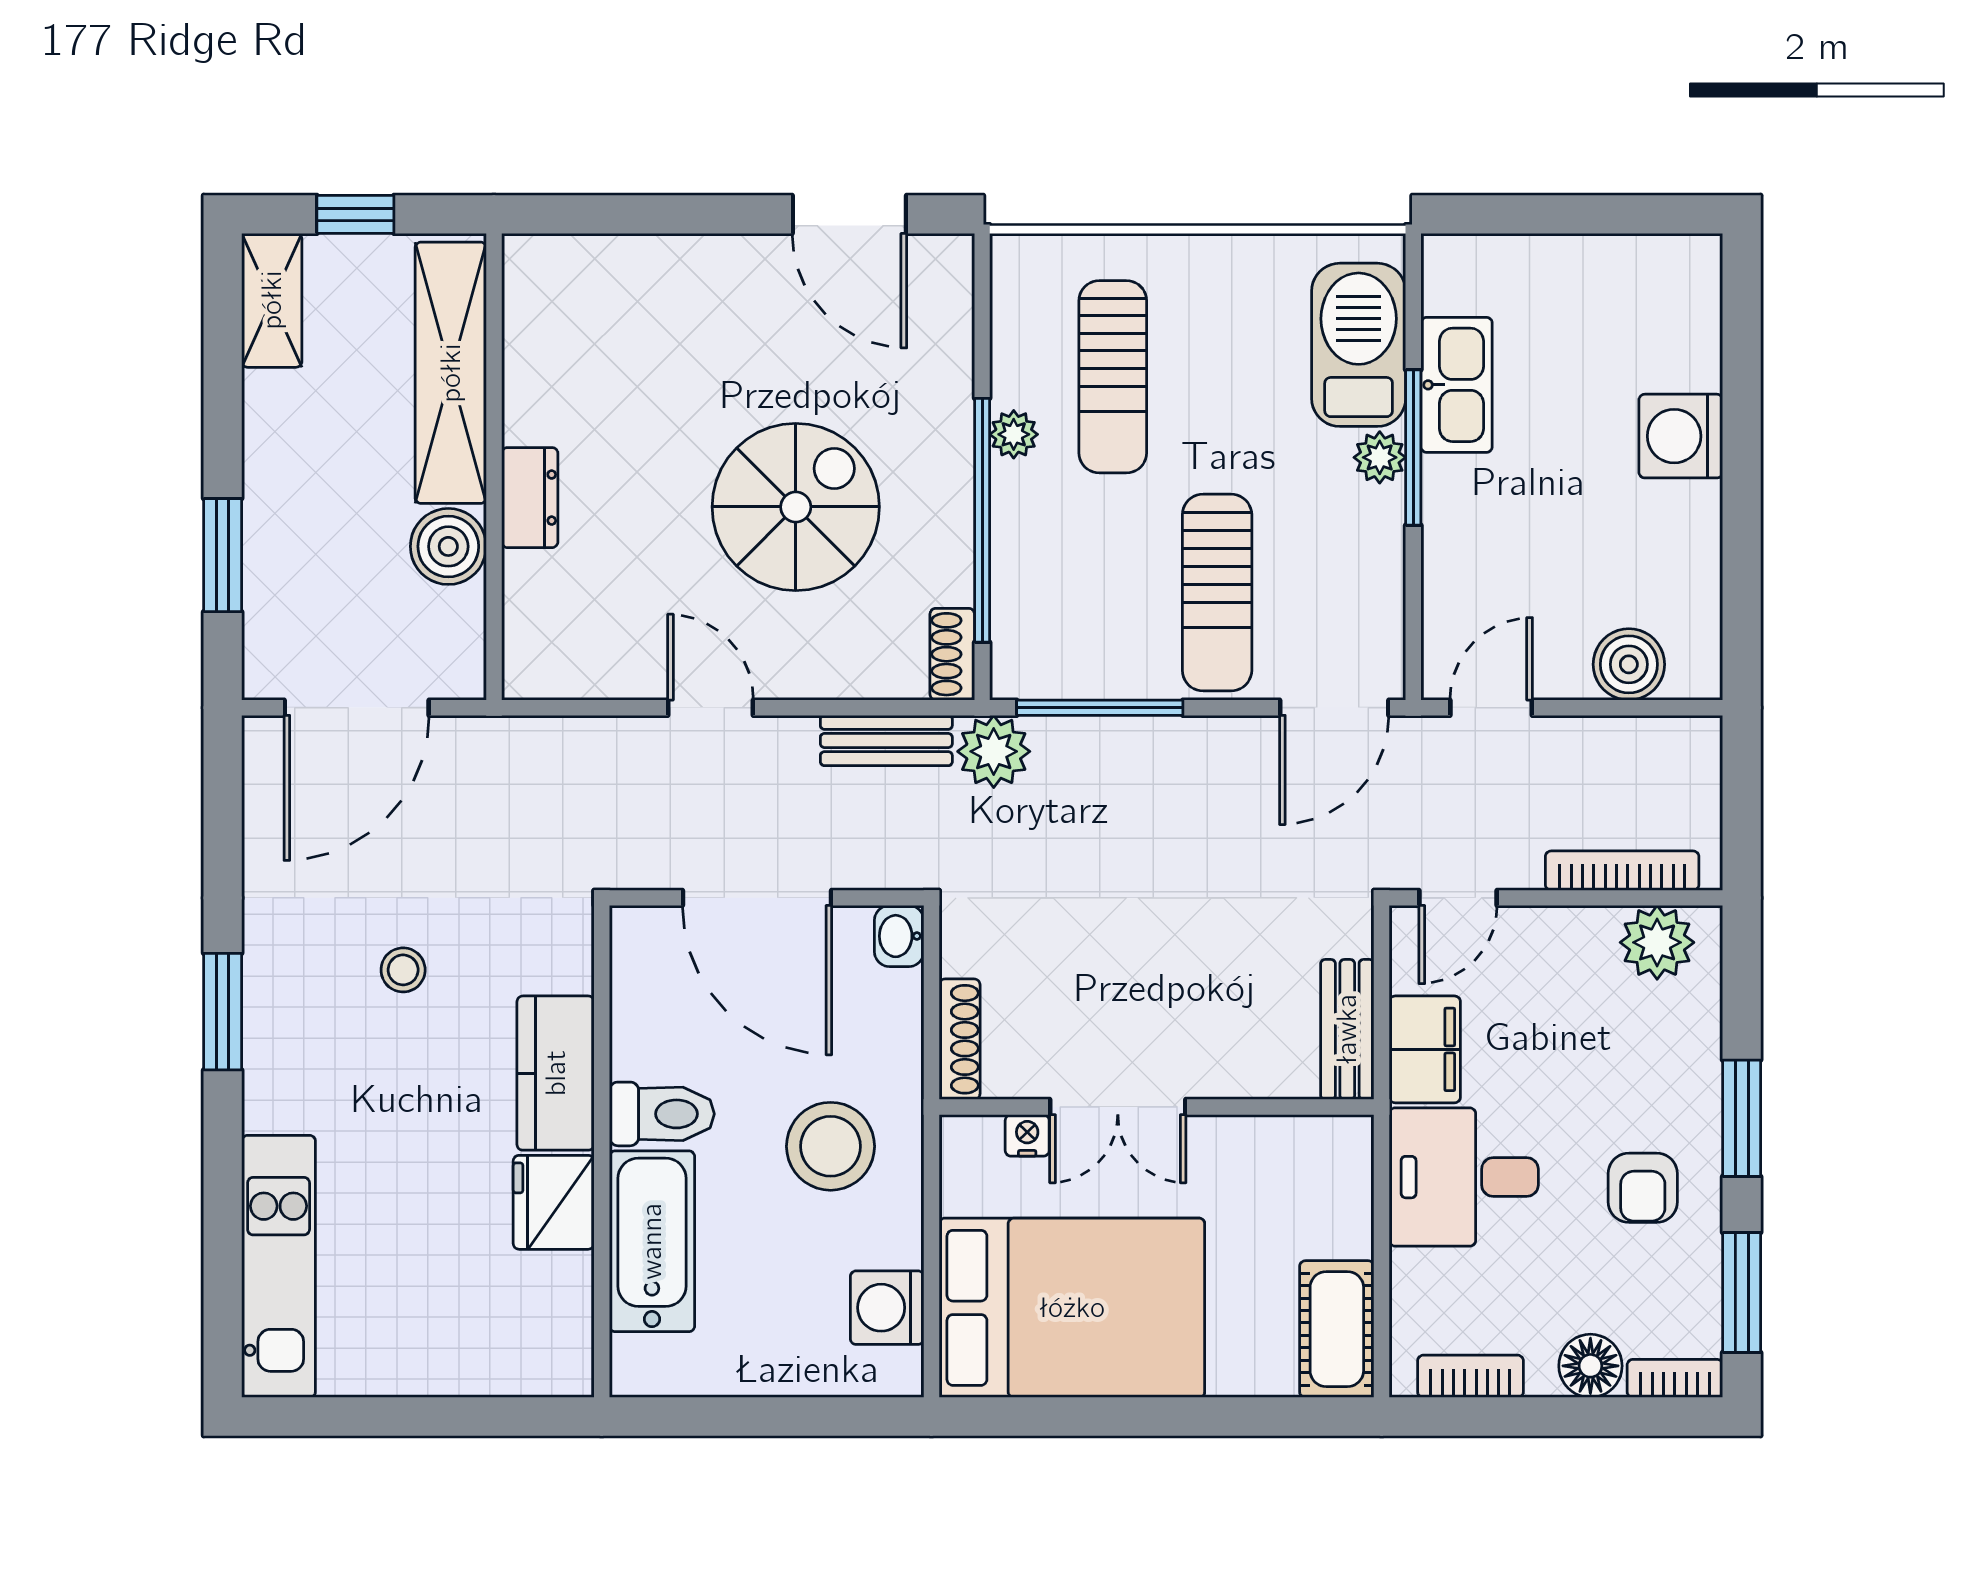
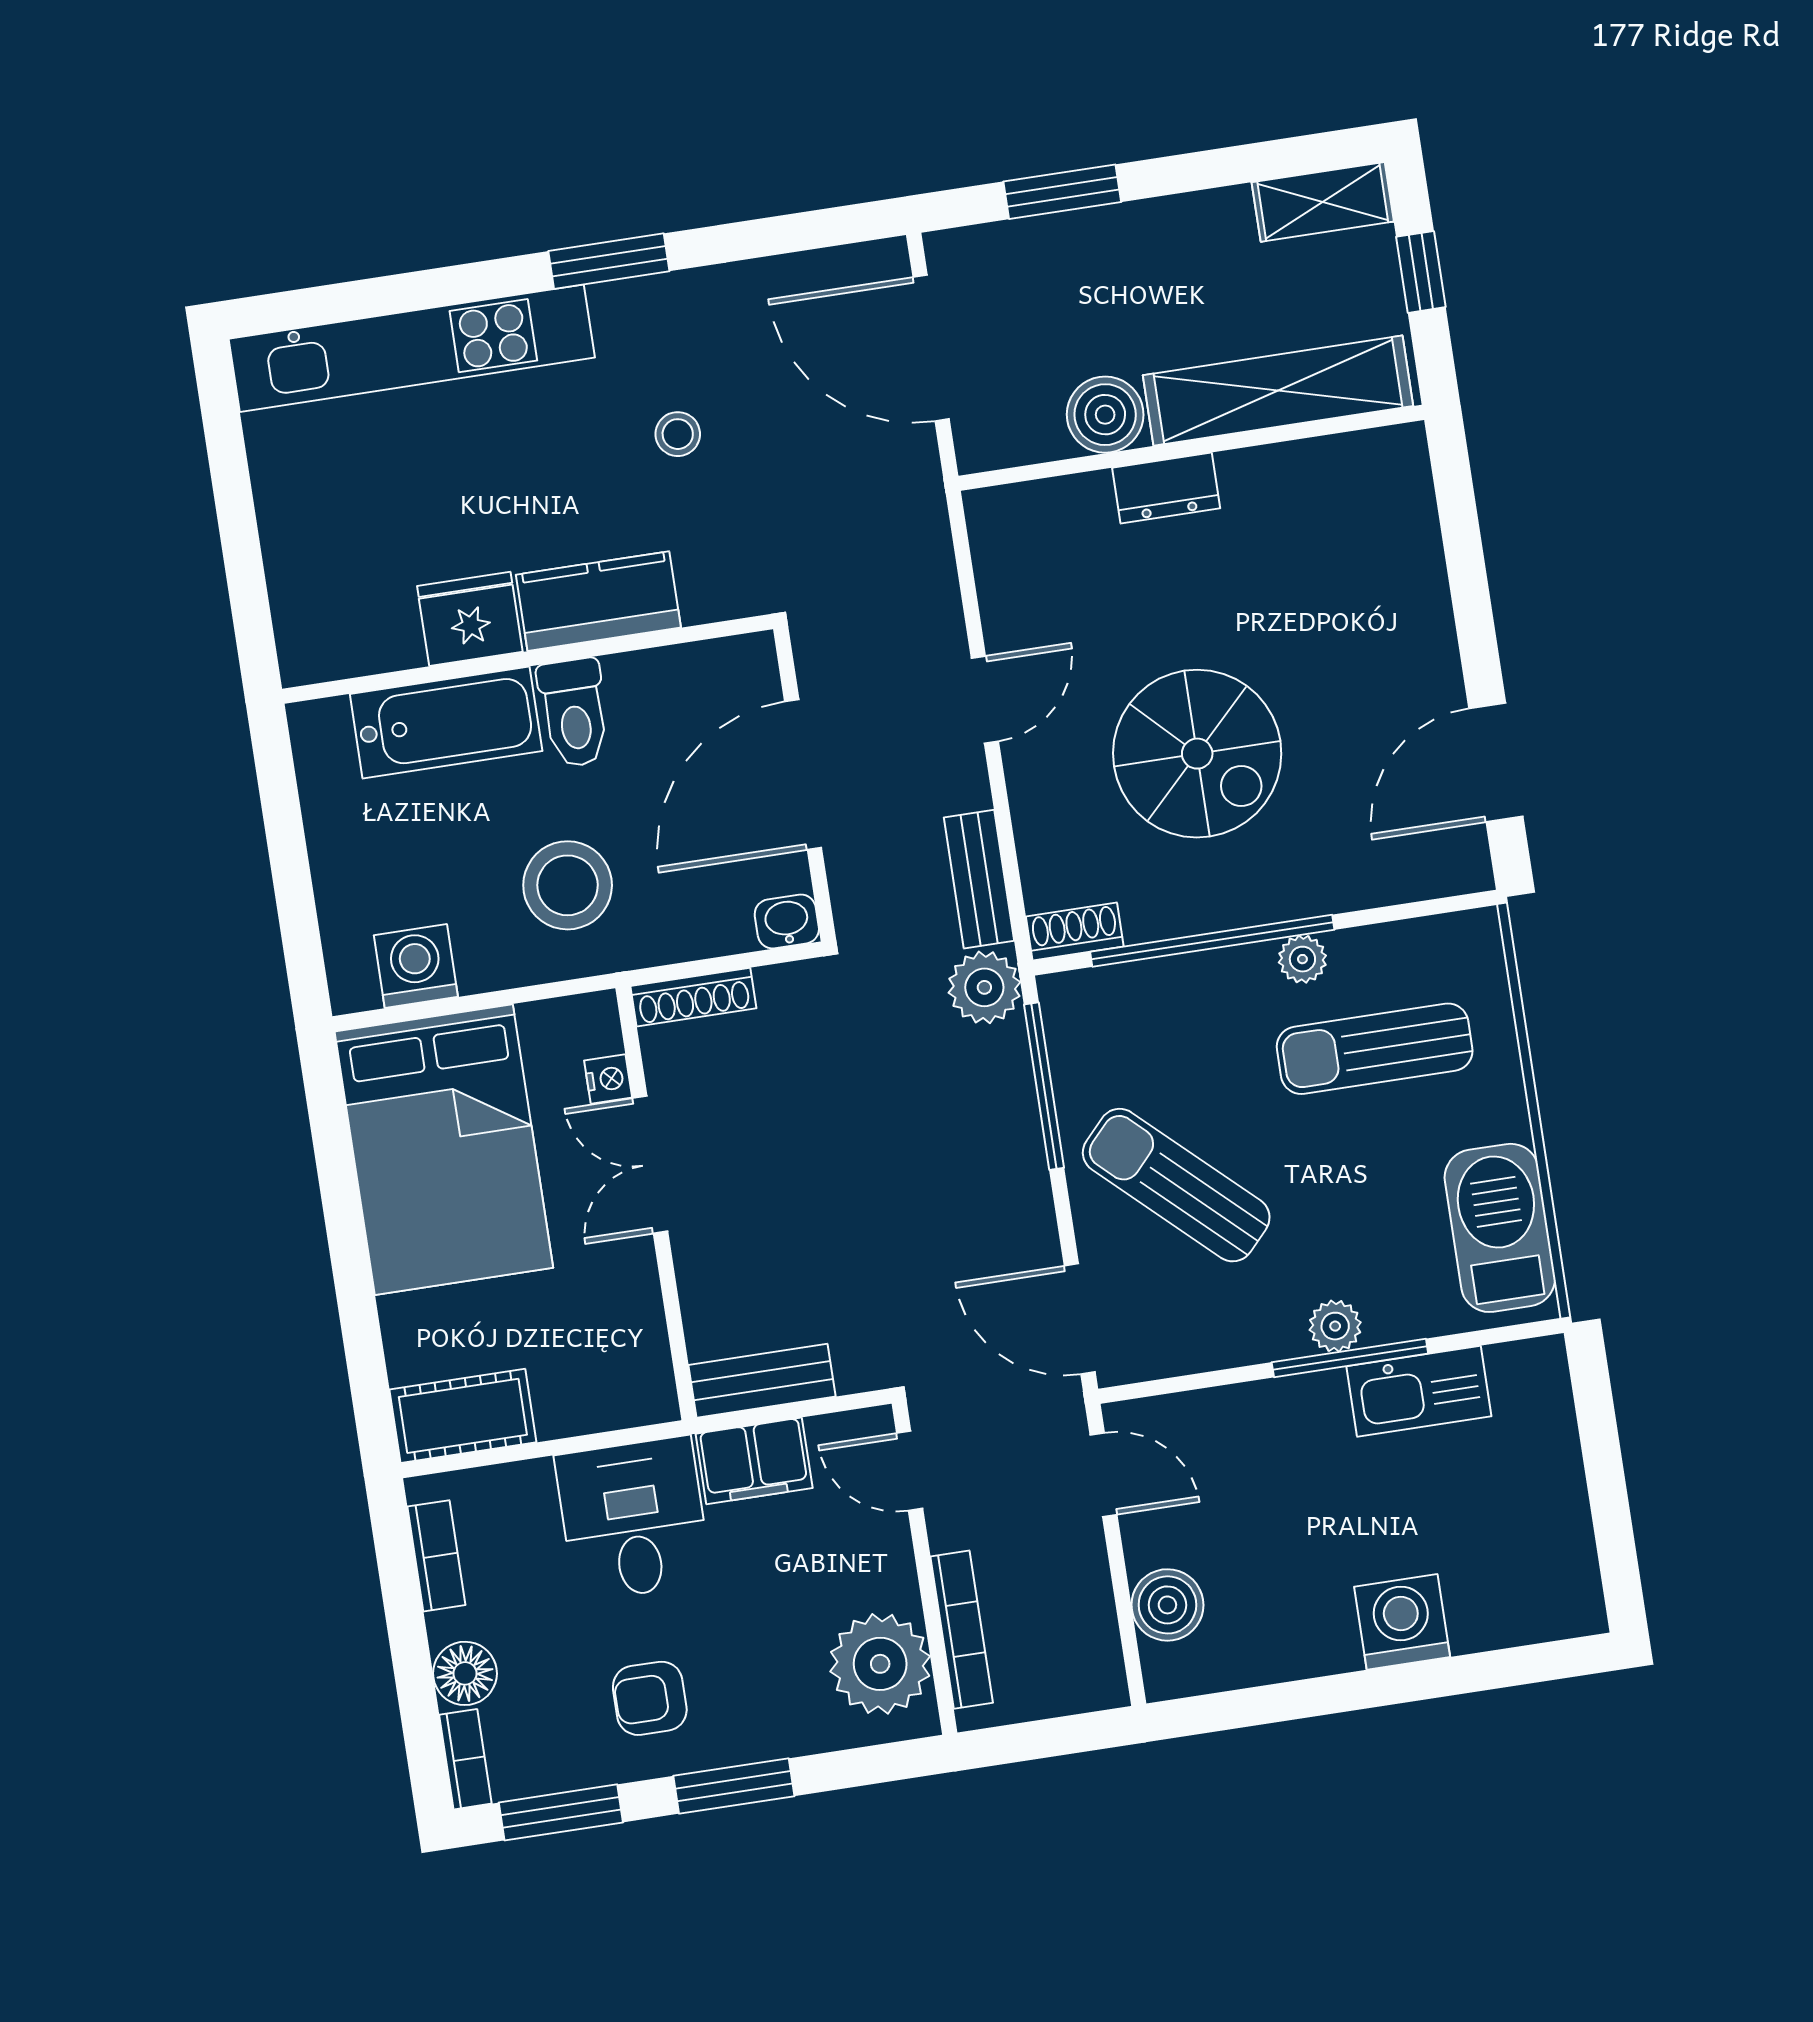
barbecue: (1359, 345) -> (1500, 1228), moved, turned -90
sun lounger: (1217, 593) -> (1176, 1185), turned 43
plant: (1657, 942) -> (880, 1664), width x1.36, depth x1.36
kitchen unit: (279, 1266) -> (412, 348), width x1.36

